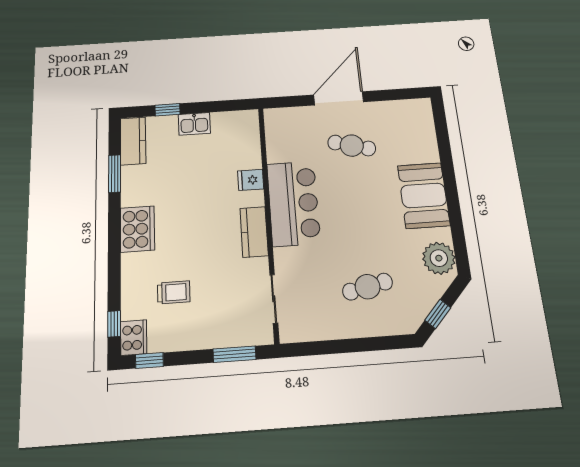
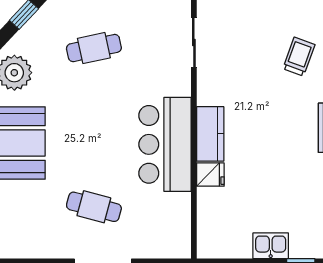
kitchen counter: (254, 232) -> (210, 134), moved
trolley: (174, 292) -> (299, 57), turned 110

